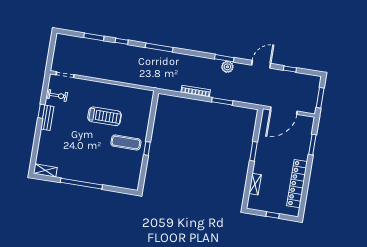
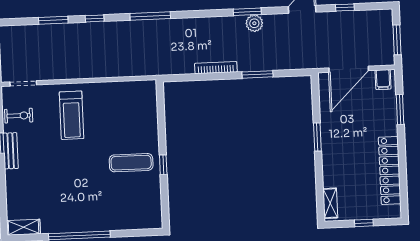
treadmill: (105, 116) -> (72, 115), moved, turned 90
filing cabinet: (305, 122) -> (383, 80), added
shelving: (255, 184) -> (330, 203), moved

